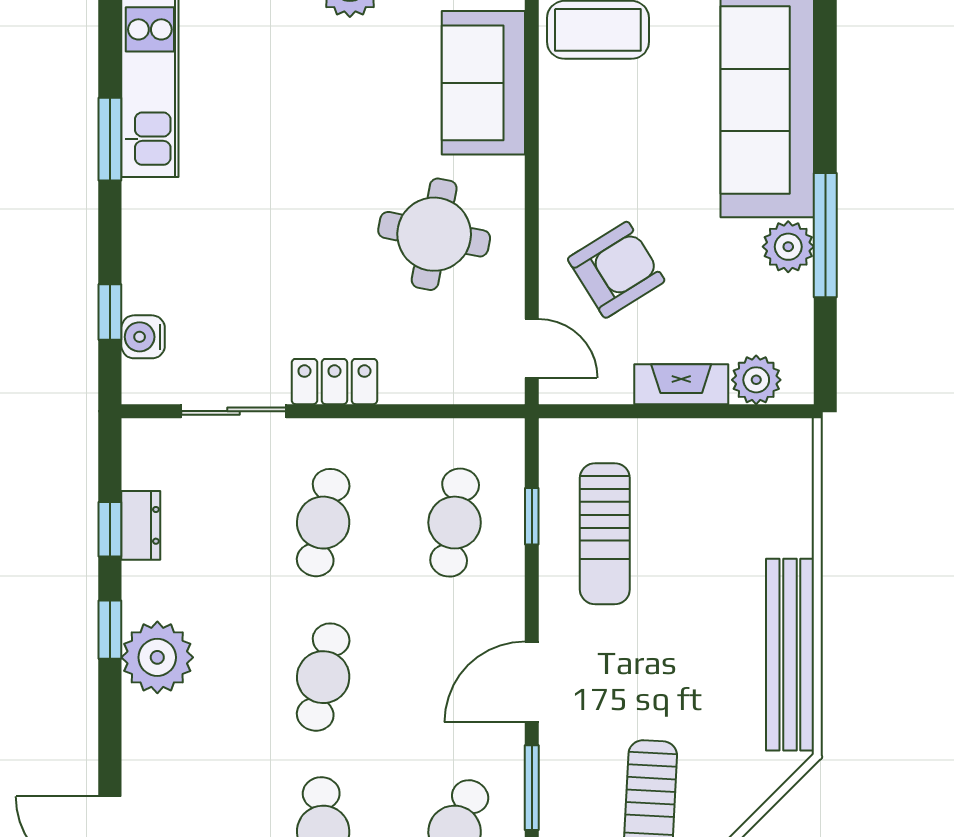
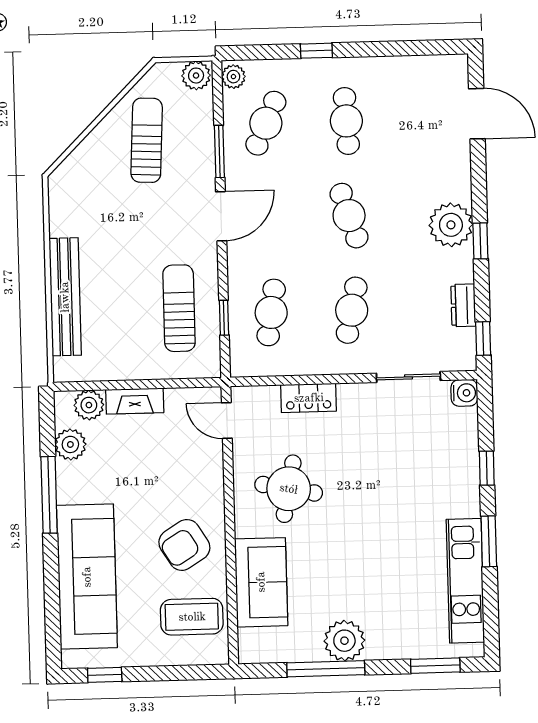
plant: (788, 247) -> (70, 444), moved
armchair: (616, 270) -> (184, 545), moved
window: (110, 312) -> (487, 468), moved
water cooler: (143, 337) -> (464, 393), moved
locker: (334, 382) -> (309, 398), moved
window: (110, 529) -> (483, 338), moved
bench: (790, 655) -> (65, 297), moved
cafe table: (323, 677) -> (349, 216), turned -30

